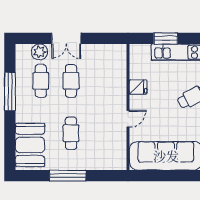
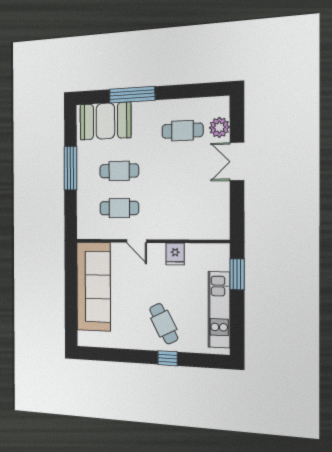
window: (166, 38) -> (237, 274), moved
cafe table: (71, 81) -> (119, 208), moved
window: (10, 91) -> (132, 95), moved

